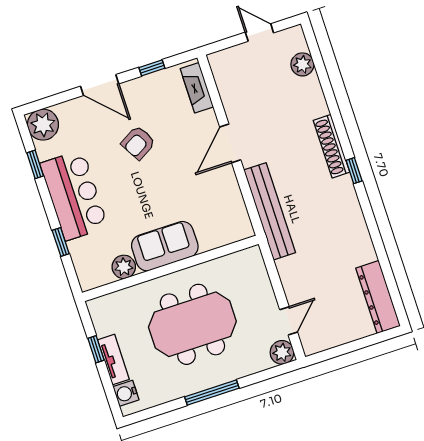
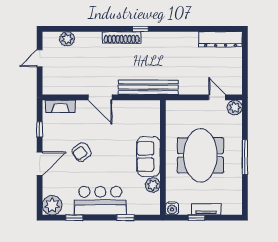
armchair: (138, 143) -> (82, 152), turned 84
water cooler: (126, 393) -> (172, 208), moved

